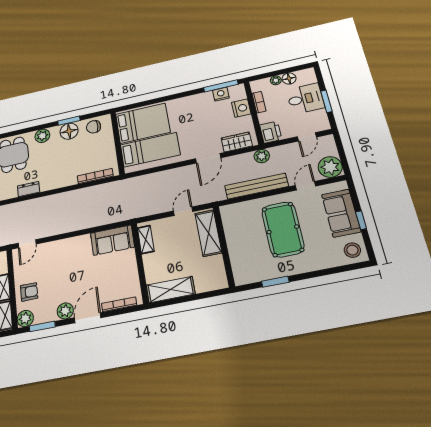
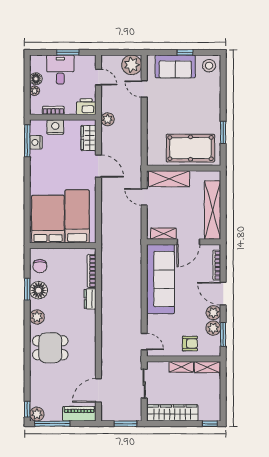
bench: (256, 186) -> (135, 130), removed
dresser: (29, 189) -> (90, 299), moved
pool table: (283, 229) -> (191, 148), moved
sofa: (112, 240) -> (161, 279), width x1.85, depth x1.27
door: (141, 268) -> (188, 242), added
shelving: (171, 290) -> (213, 210), width x1.47
armchair: (29, 292) -> (190, 344), turned 90
plant: (25, 319) -> (213, 328), moved

